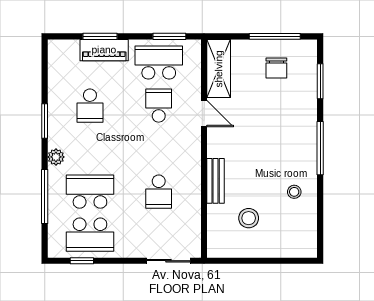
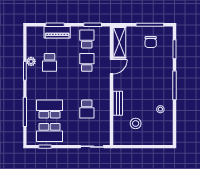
school desk: (159, 63) -> (87, 39), width x0.54
door: (204, 114) -> (111, 67), hinge flipped
plant: (56, 157) -> (31, 61), moved

